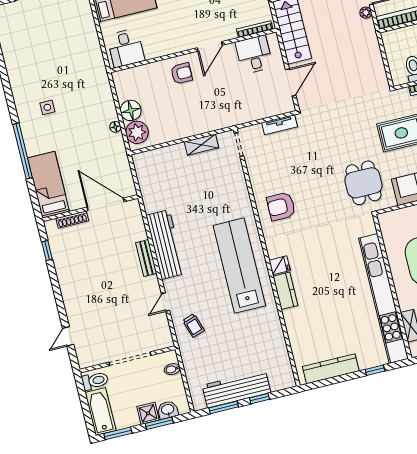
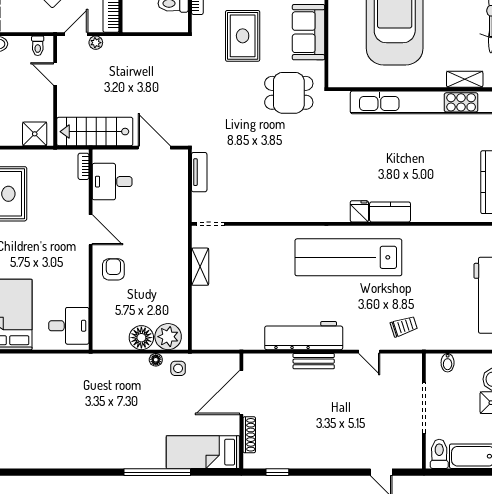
bookcase: (255, 29) -> (84, 166), width x0.64
side table: (47, 107) -> (178, 368), moved
armchair: (281, 206) -> (293, 193), removed

